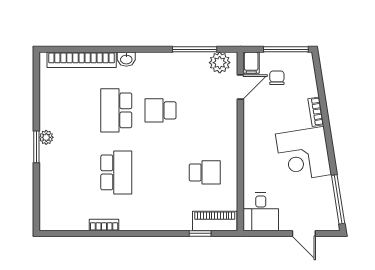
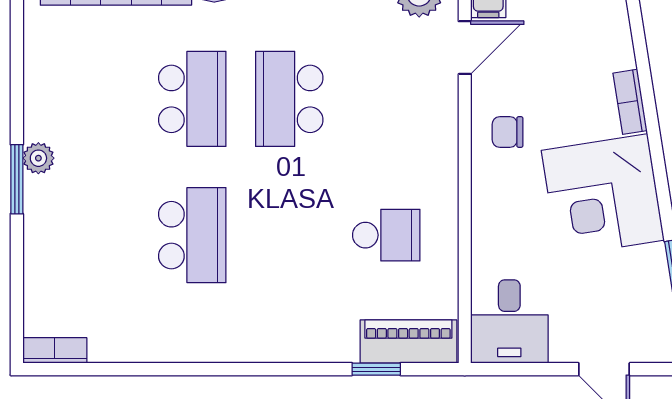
chair: (277, 78) -> (508, 132), moved, turned -90
school desk: (116, 110) -> (192, 99), turned 180
school desk: (160, 110) -> (289, 99), width x1.85
bookcase: (104, 225) -> (55, 350), moved

